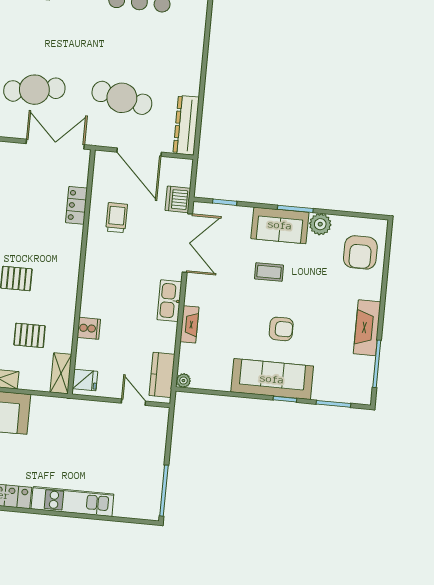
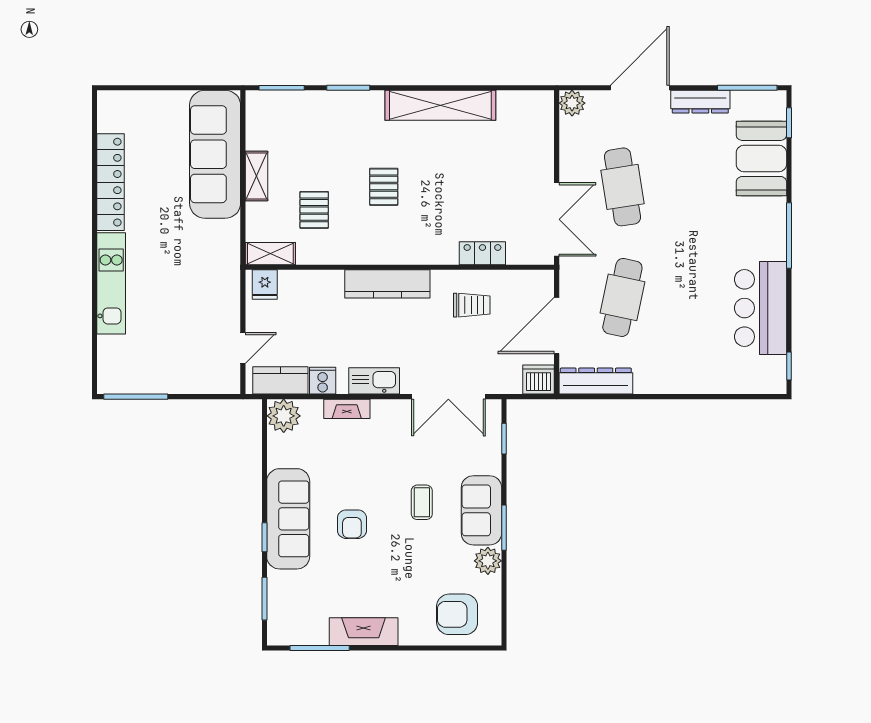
dishwasher: (178, 199) -> (539, 380), moved
kitchen counter: (94, 283) -> (387, 284), added
cooker: (89, 328) -> (323, 381), moved, turned 180
plant: (183, 381) -> (284, 416), width x1.87, depth x1.87

